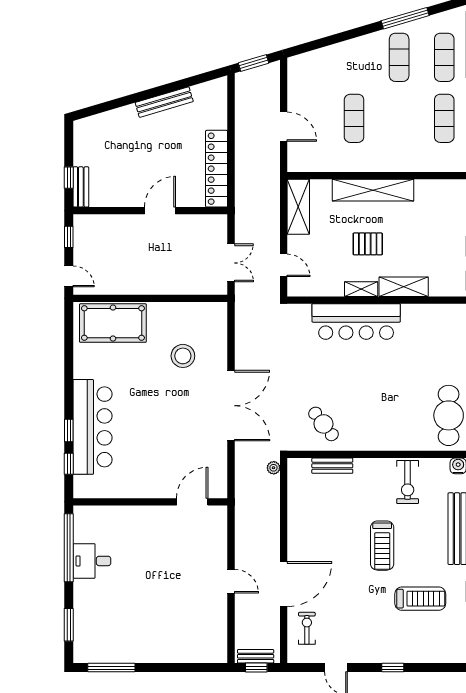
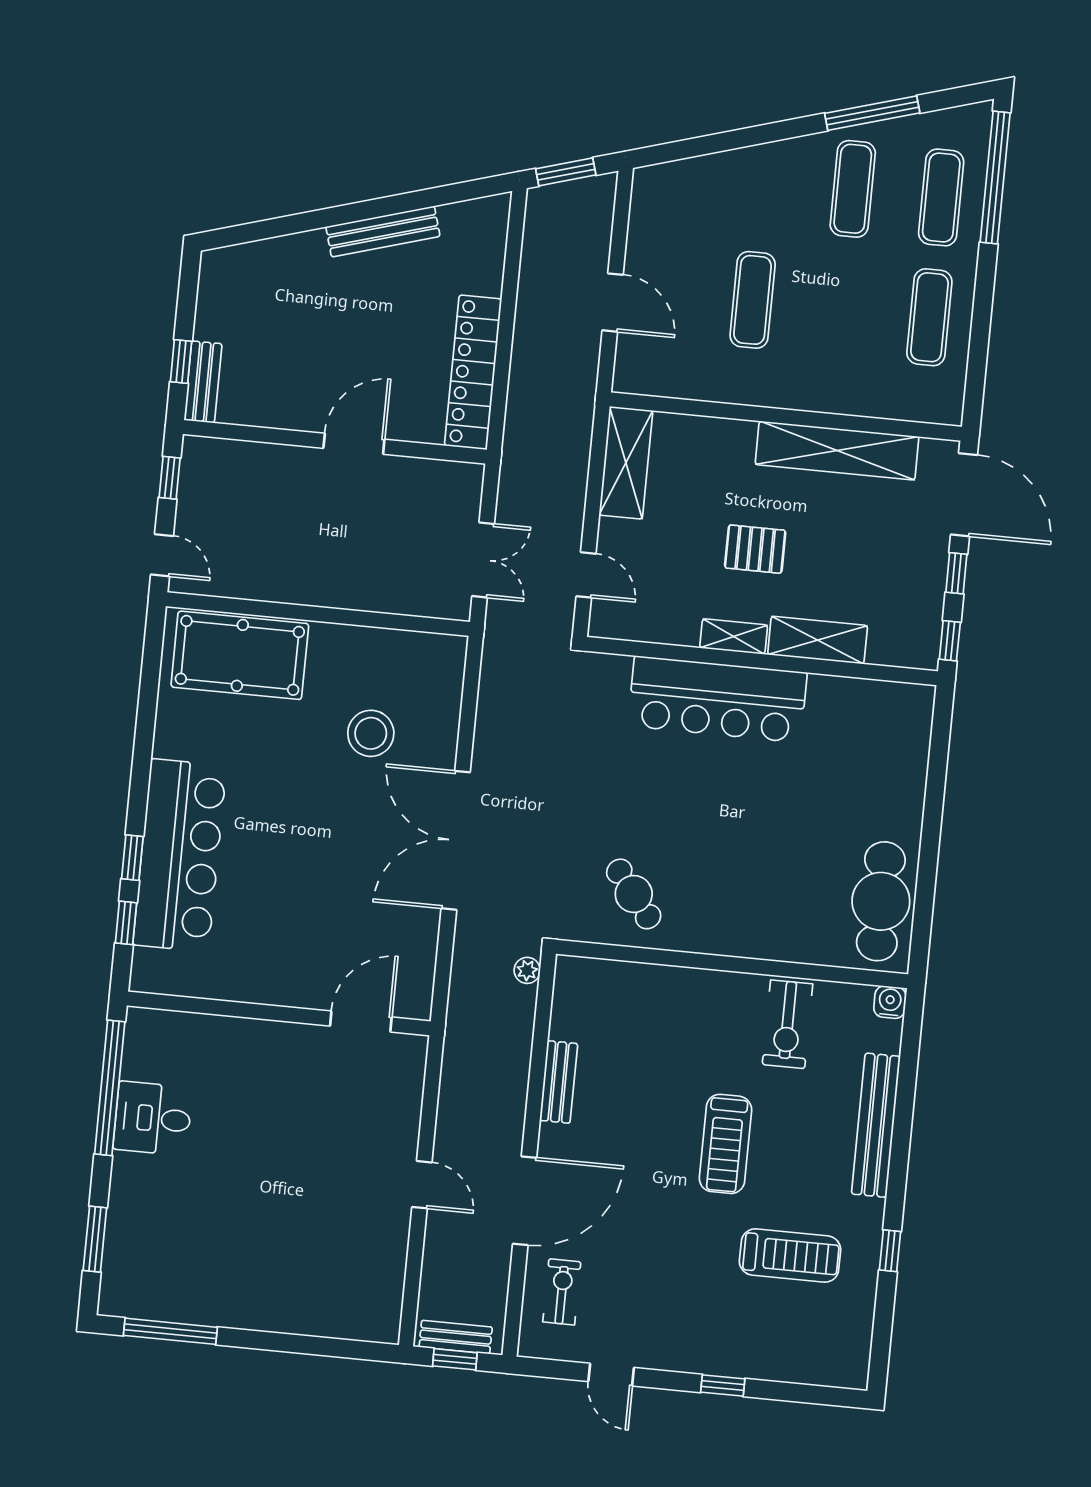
shelving: (373, 190) -> (837, 451), moved
double door: (231, 406) -> (456, 840), swing flipped
bench: (332, 466) -> (559, 1082), moved, turned 90

